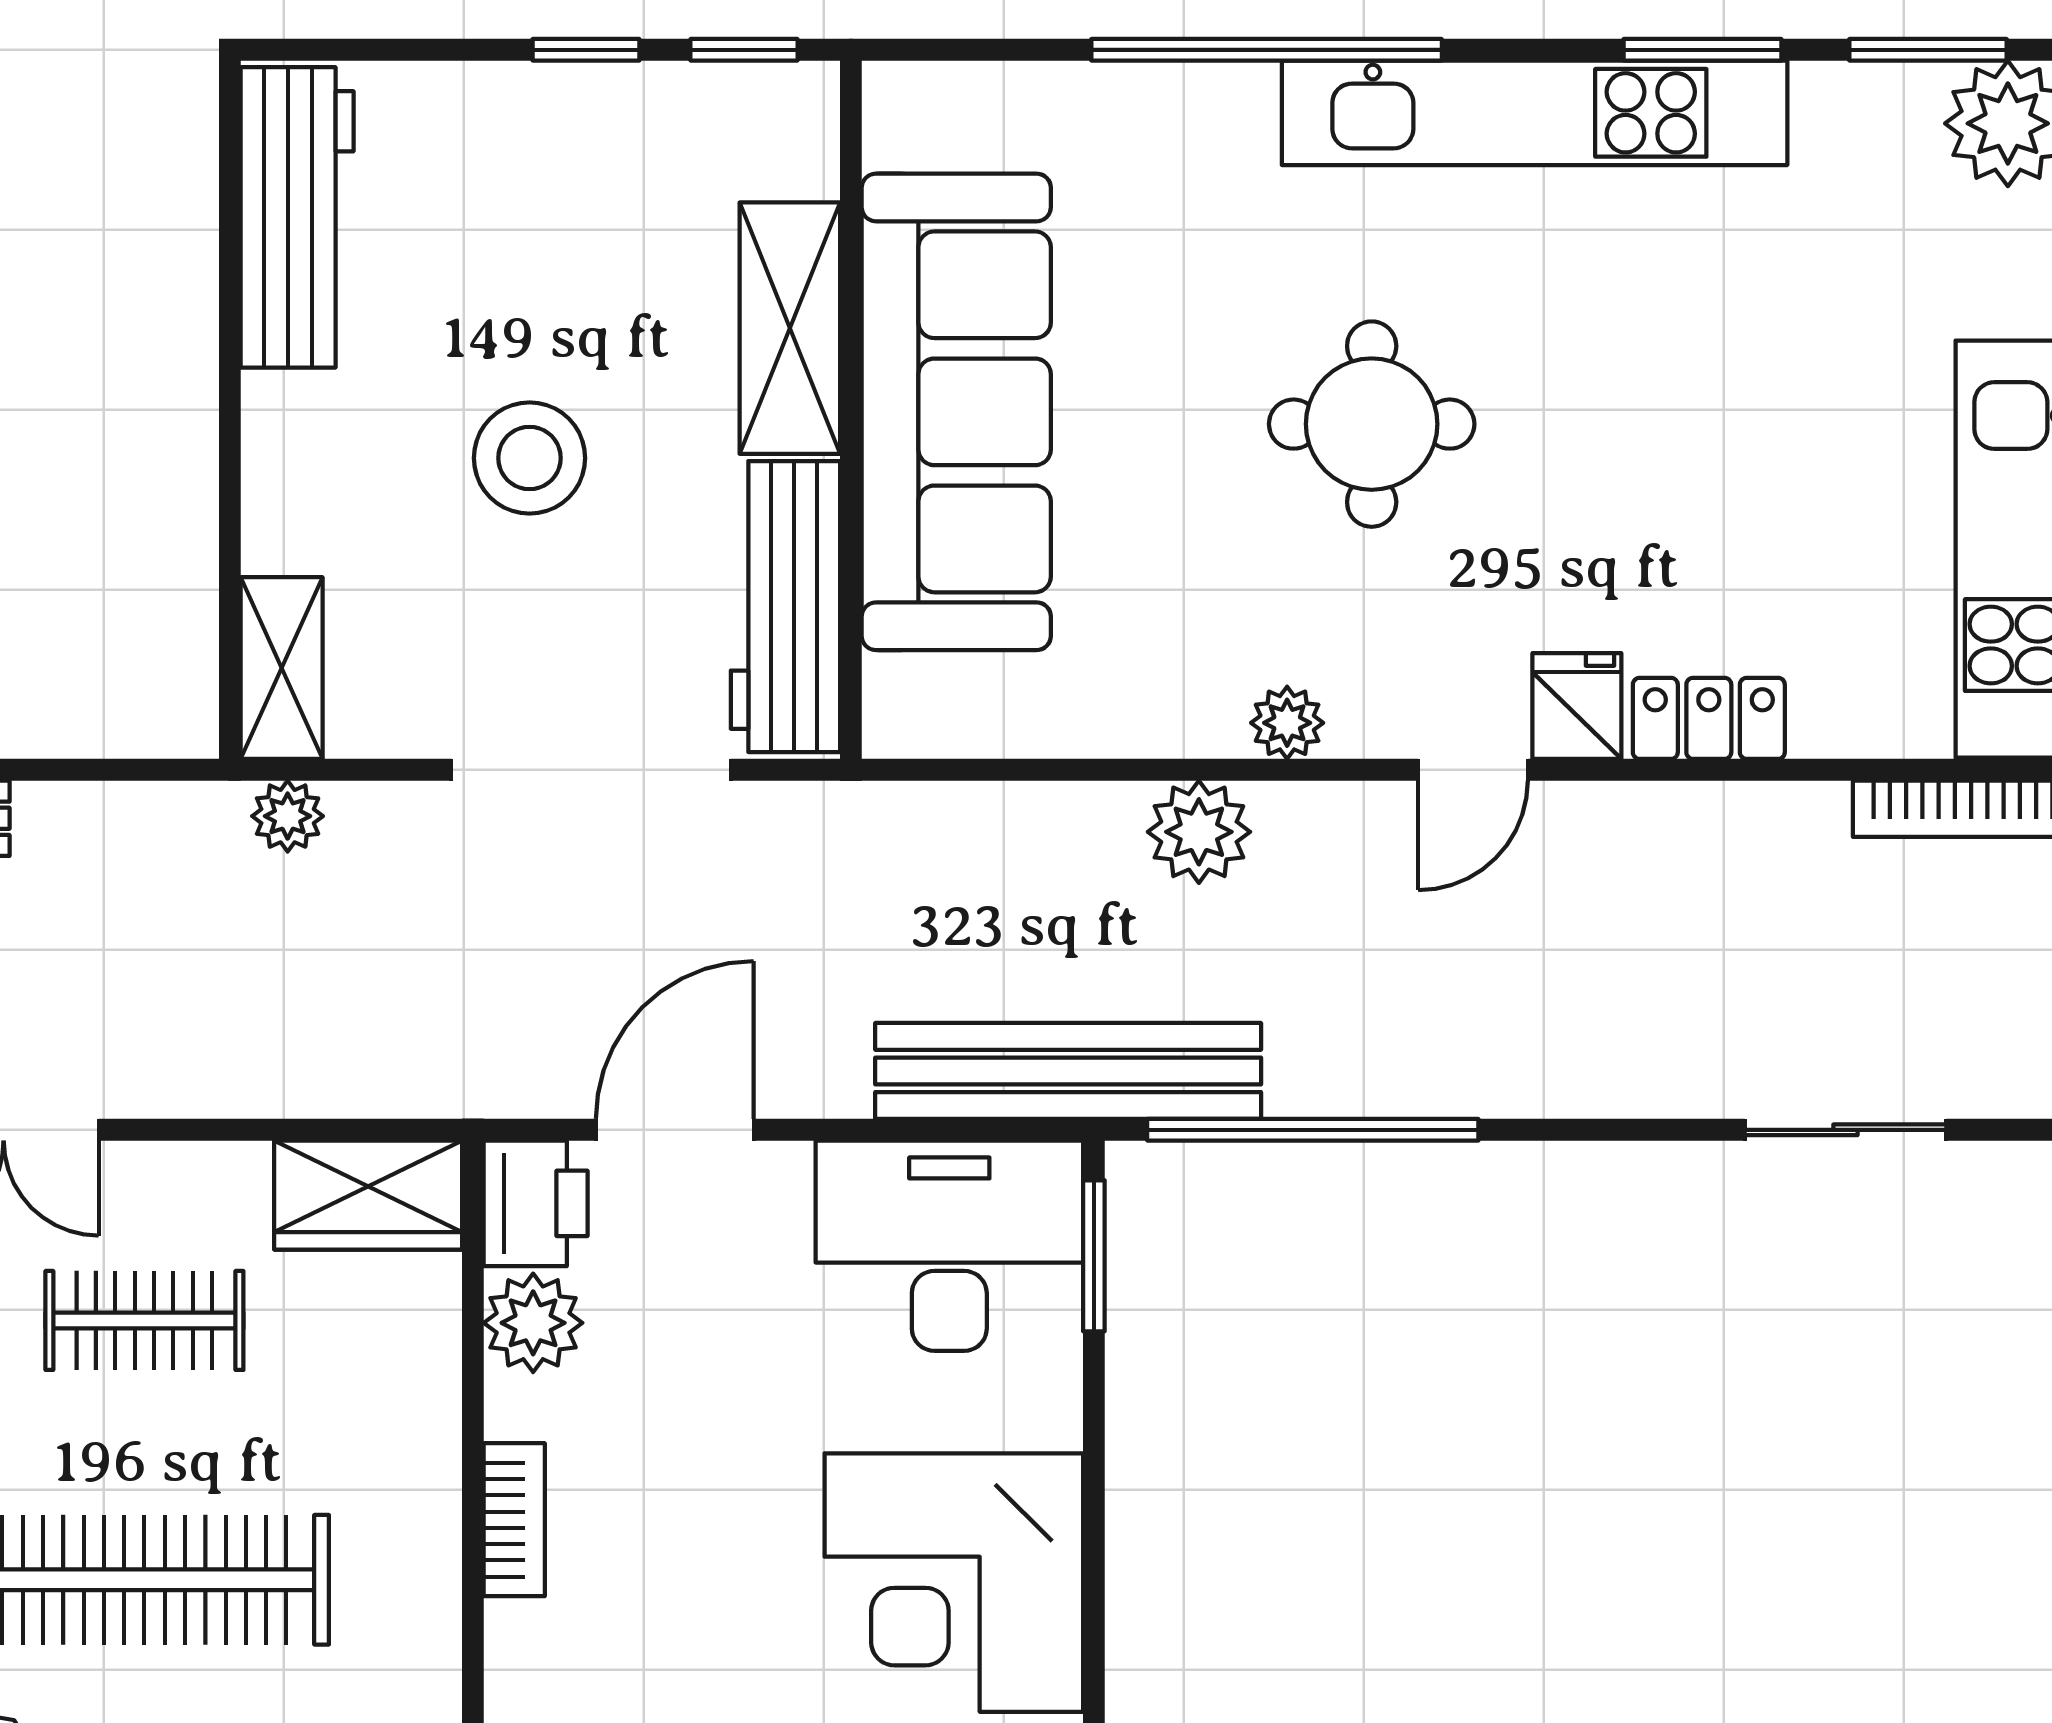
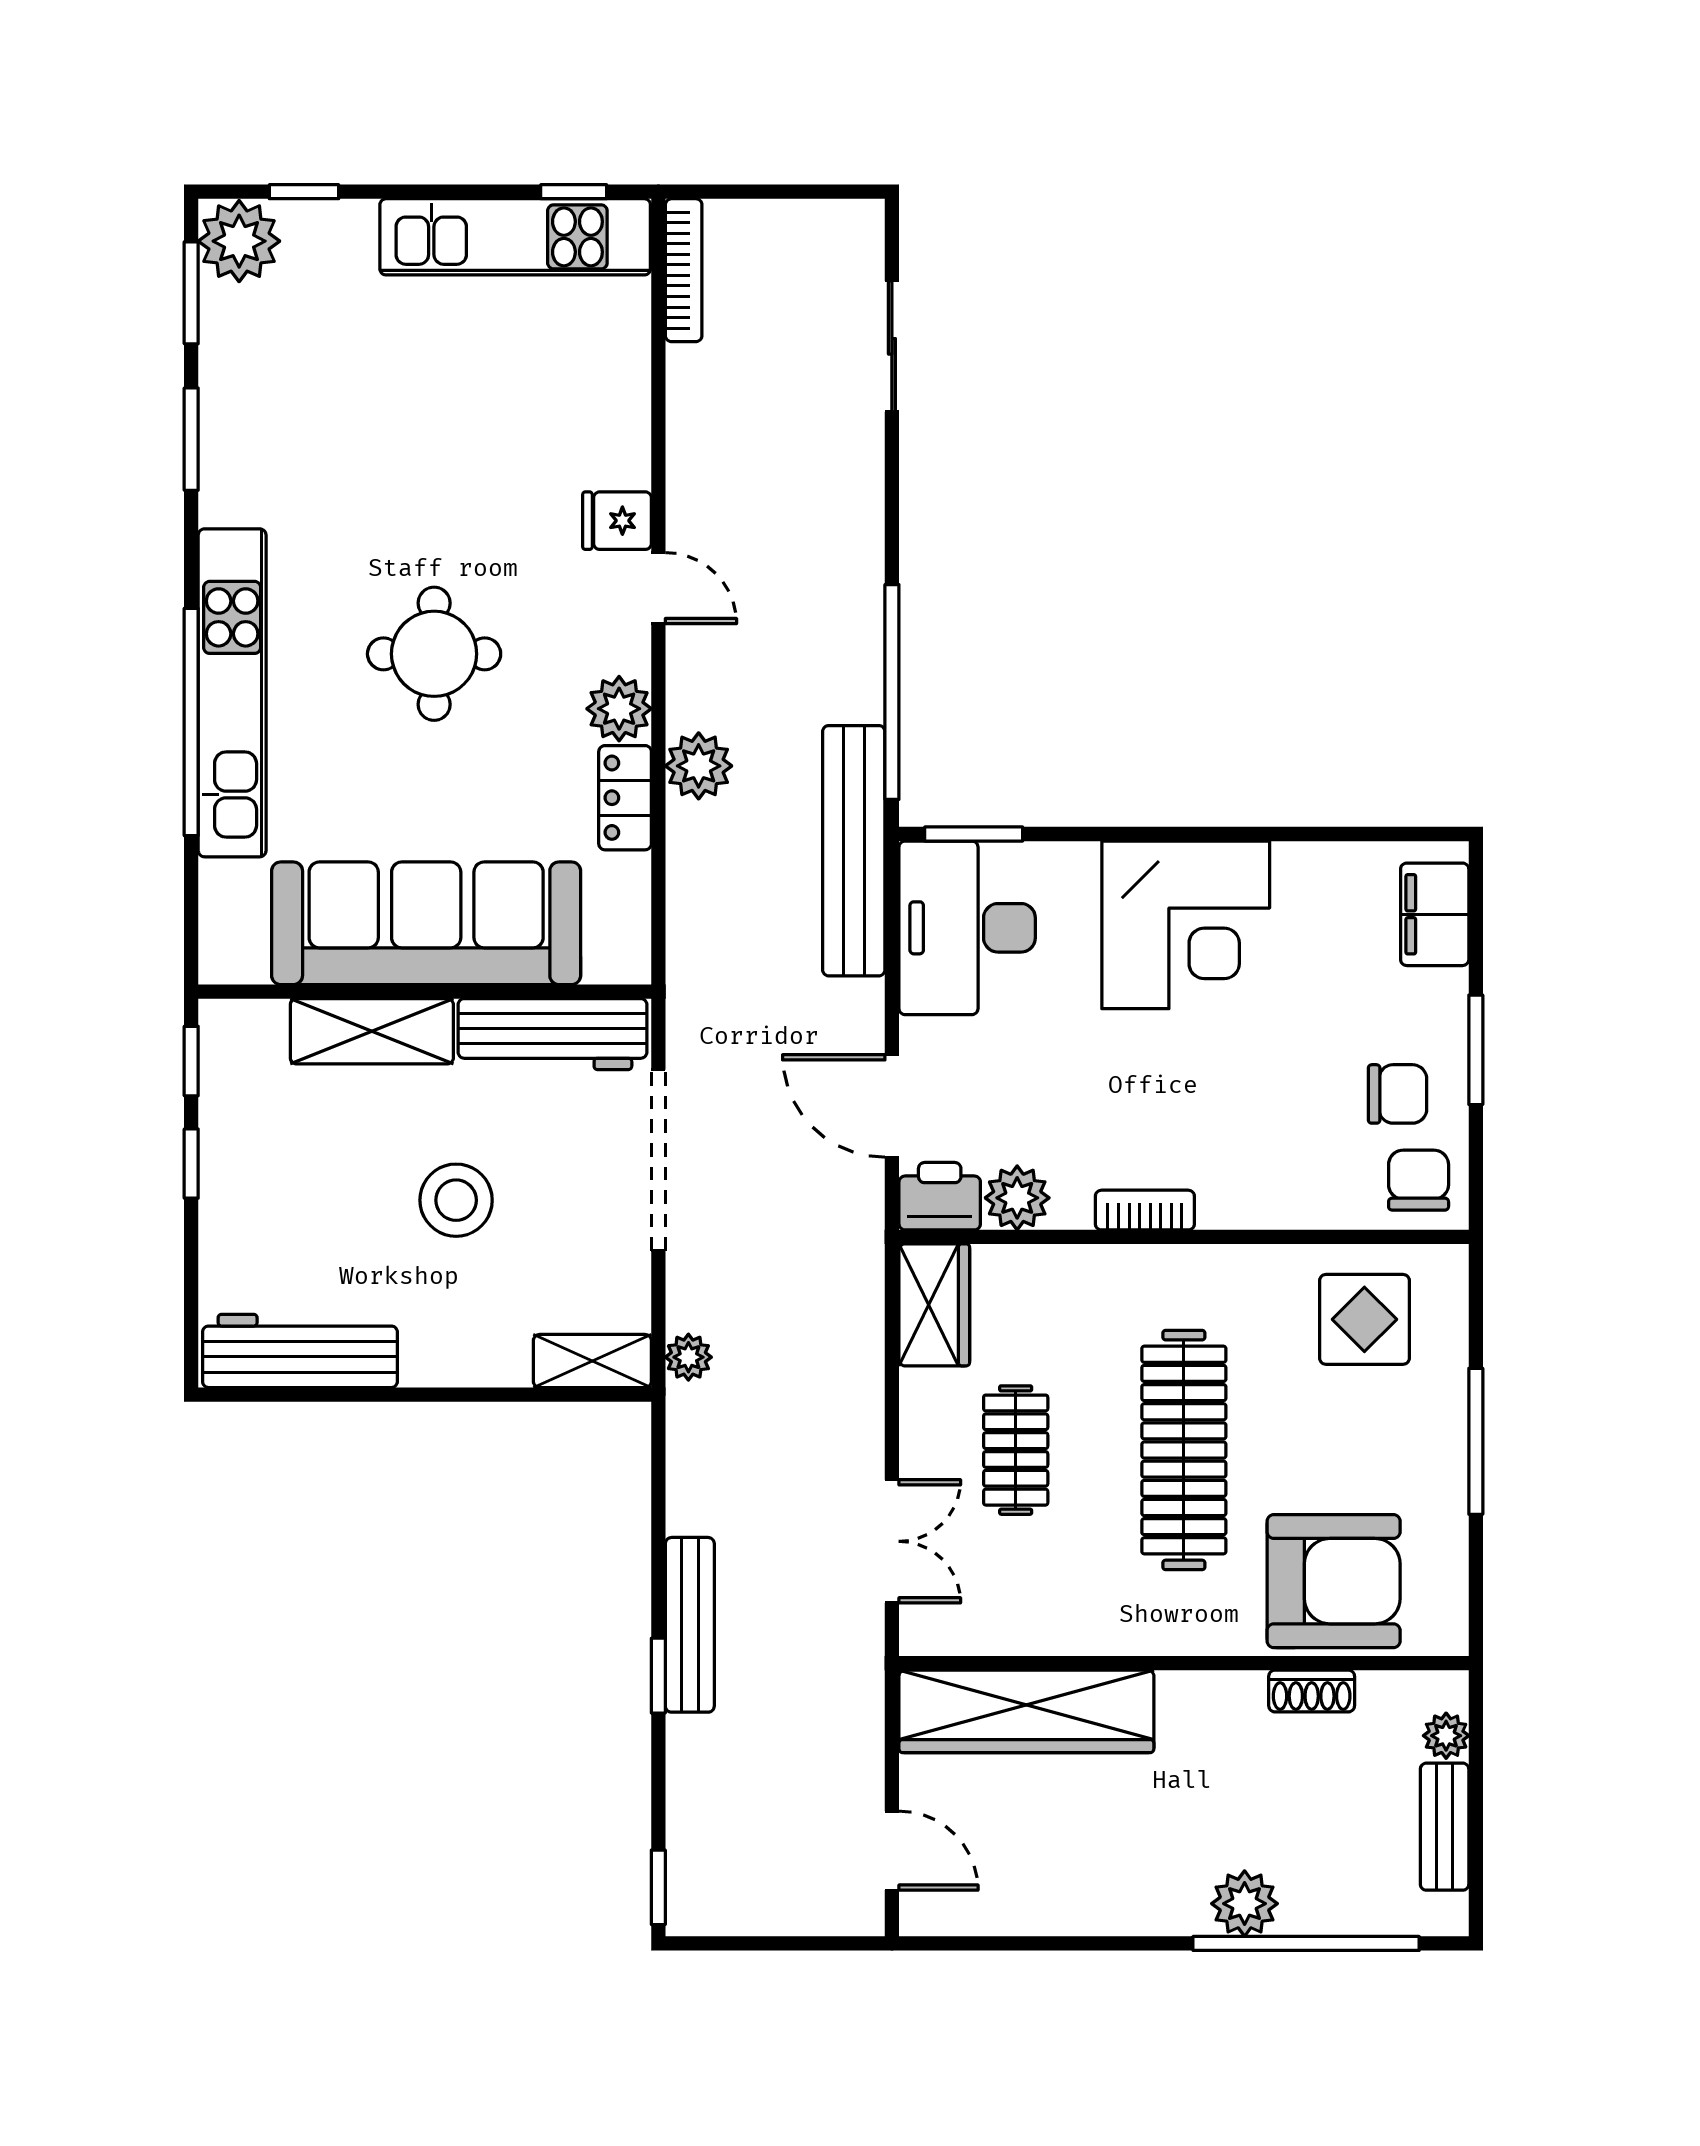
kitchen unit: (1535, 113) -> (232, 693), moved
locker: (1709, 718) -> (625, 798), moved
plant: (1287, 723) -> (619, 709), width x1.38, depth x1.38

